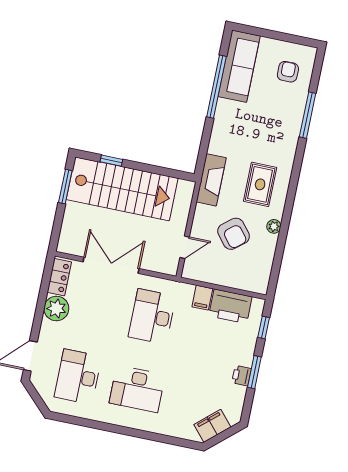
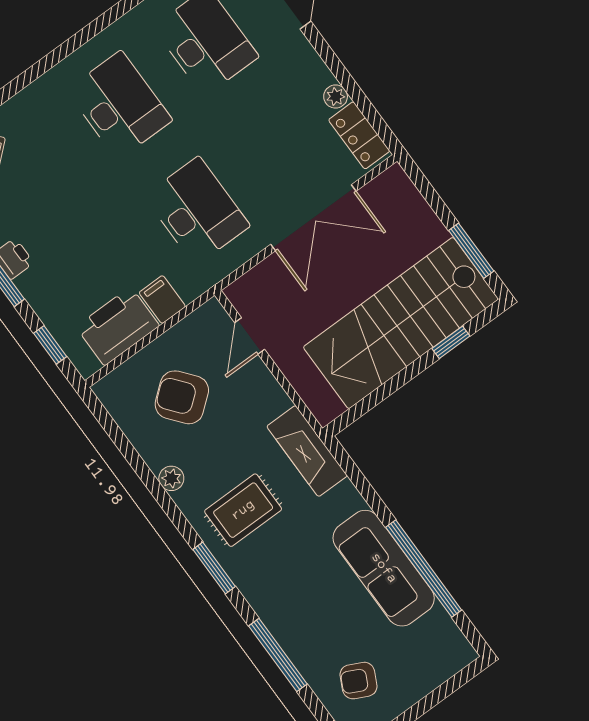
sofa: (239, 66) -> (384, 568), moved
armchair: (288, 72) -> (358, 681), turned 116
window: (295, 175) -> (214, 568), added
rug: (260, 184) -> (243, 510), turned 90
armchair: (234, 234) -> (182, 397), moved
plant: (56, 308) -> (336, 96), width x0.53, depth x0.53
desk: (137, 389) -> (119, 105), turned 90

